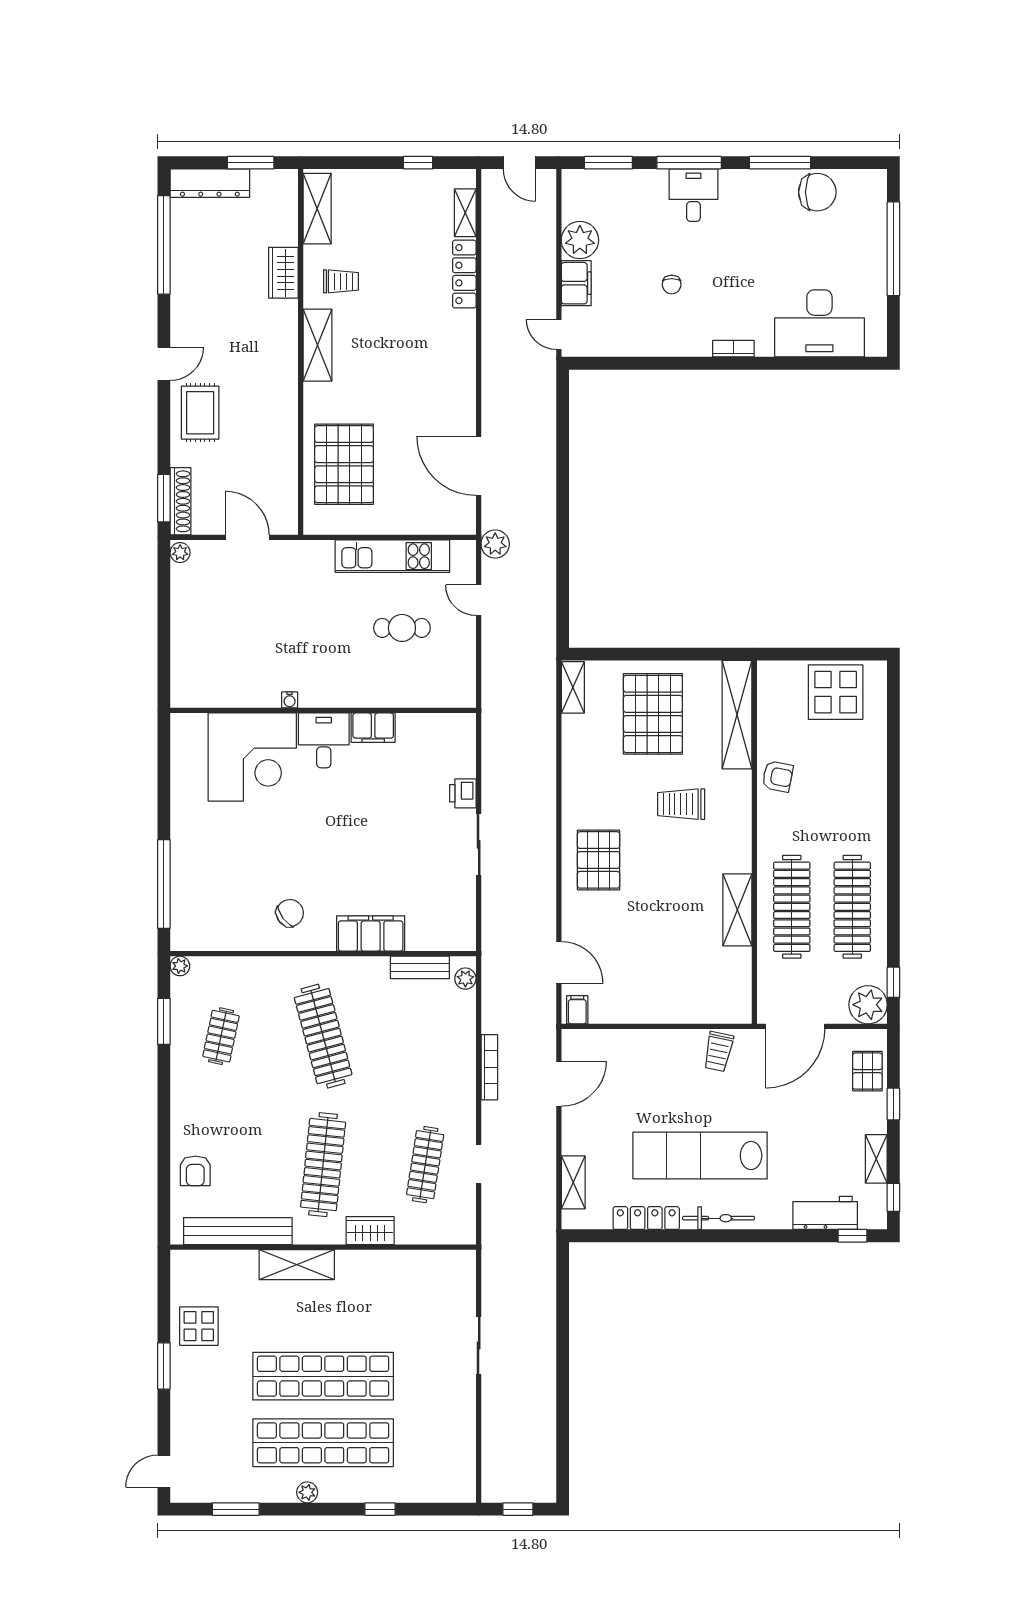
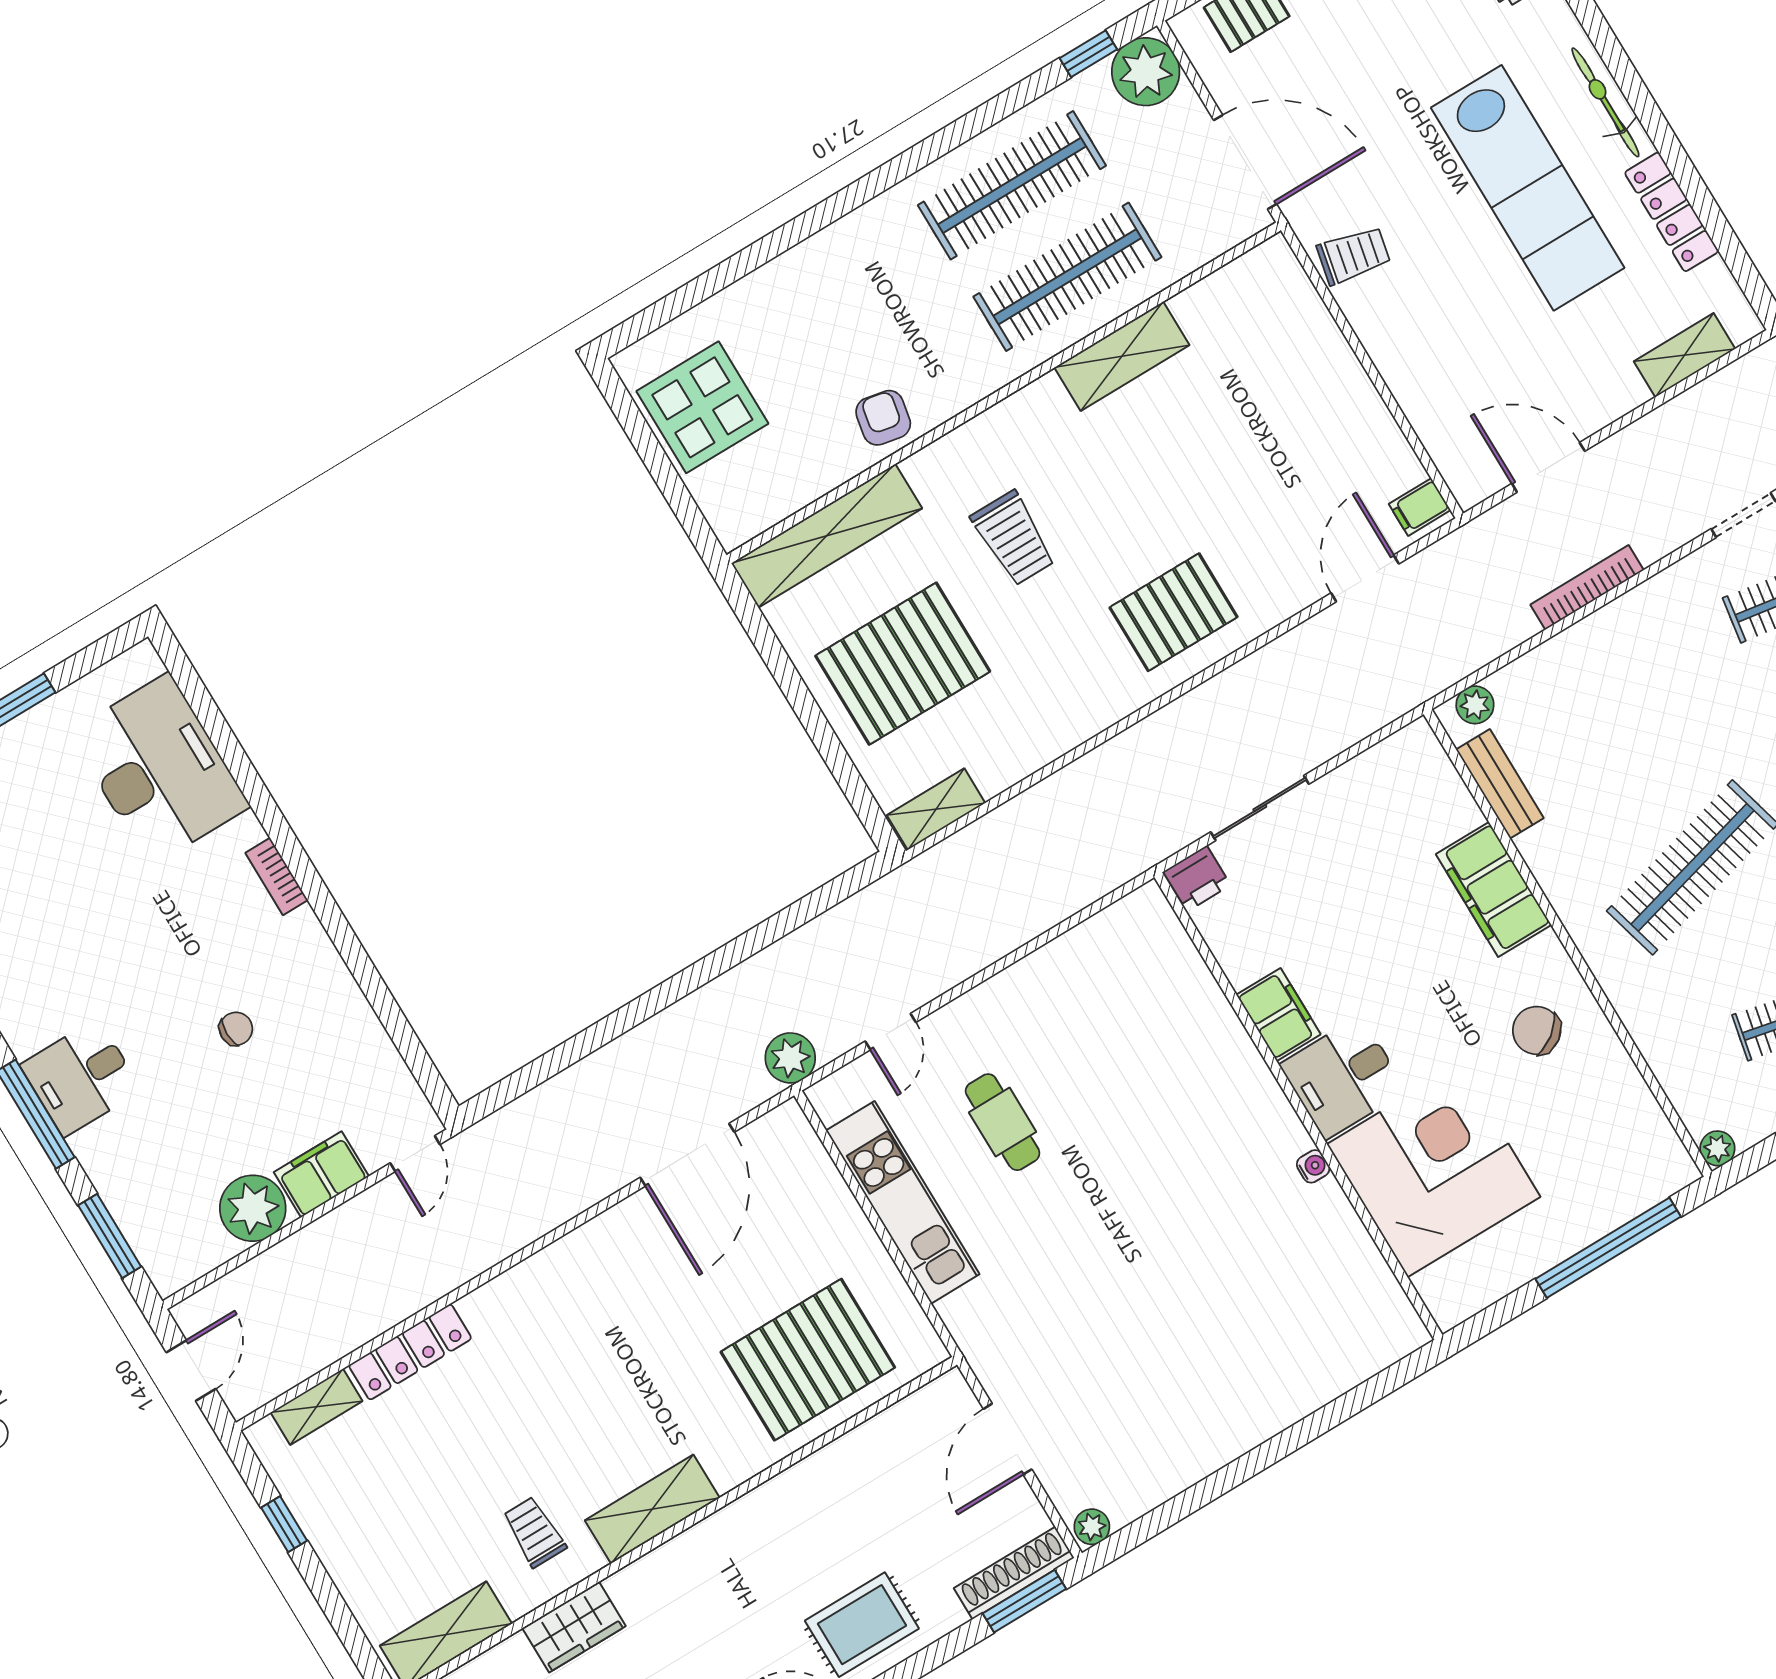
water cooler: (290, 700) -> (1313, 1166), moved
wall: (323, 710) -> (1298, 1106), moved
filing cabinet: (373, 728) -> (1279, 1015), moved
desk: (324, 740) -> (1343, 1078), moved
corner desk: (252, 757) -> (1434, 1170), moved

